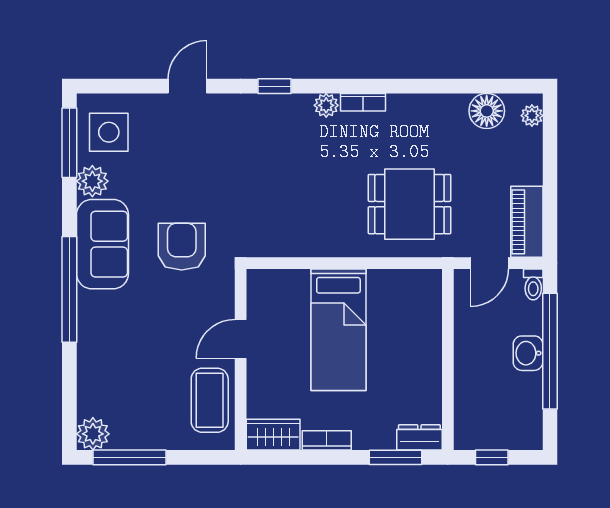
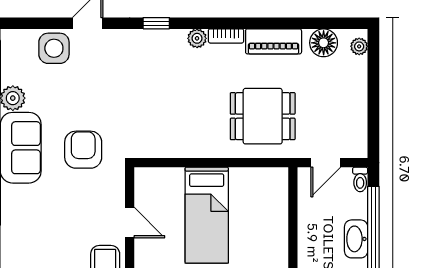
side table: (109, 132) -> (54, 48), moved
piano: (527, 222) -> (274, 41), moved, turned -90
door: (241, 339) -> (130, 222), swing flipped
washbasin: (528, 353) -> (356, 239), width x1.38

